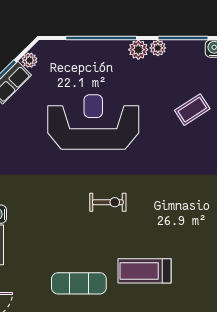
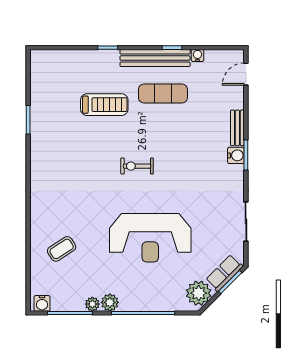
plant: (30, 60) -> (199, 293), width x1.87, depth x1.87

